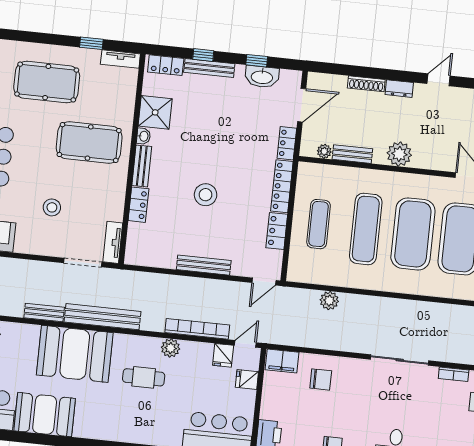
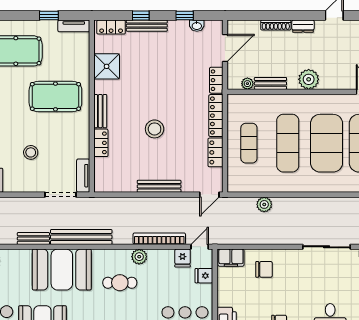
washbasin: (262, 77) -> (197, 26), width x0.52, depth x0.69
washbasin: (143, 136) -> (99, 87), removed

